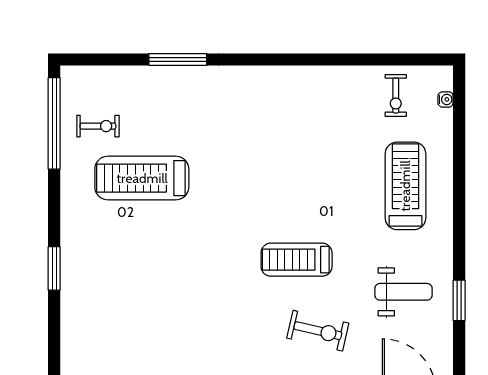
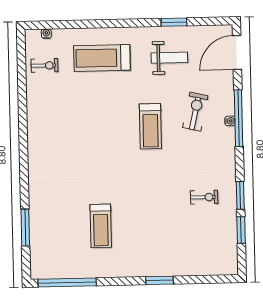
window: (178, 60) -> (25, 228), moved
exercise bike: (98, 126) -> (204, 197), moved, turned 90
treadmill: (142, 178) -> (101, 226), width x0.73, depth x0.73
weight bench: (403, 292) -> (169, 58), turned 90

